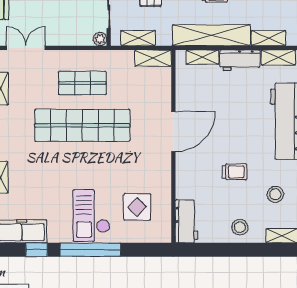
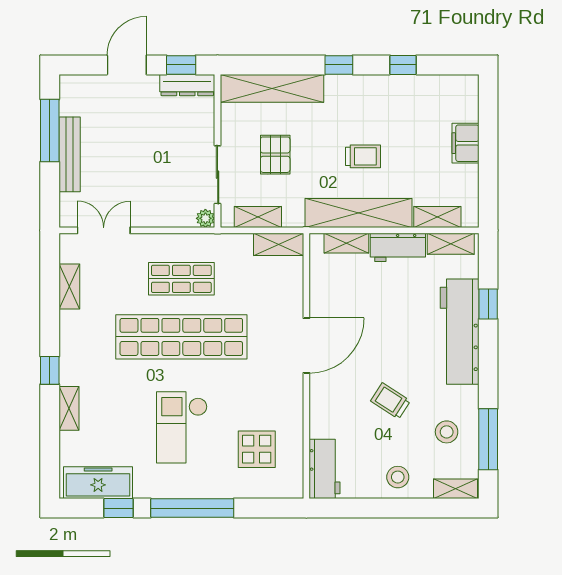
trolley: (234, 172) -> (390, 401), turned -147
checkout: (91, 216) -> (182, 427), moved

